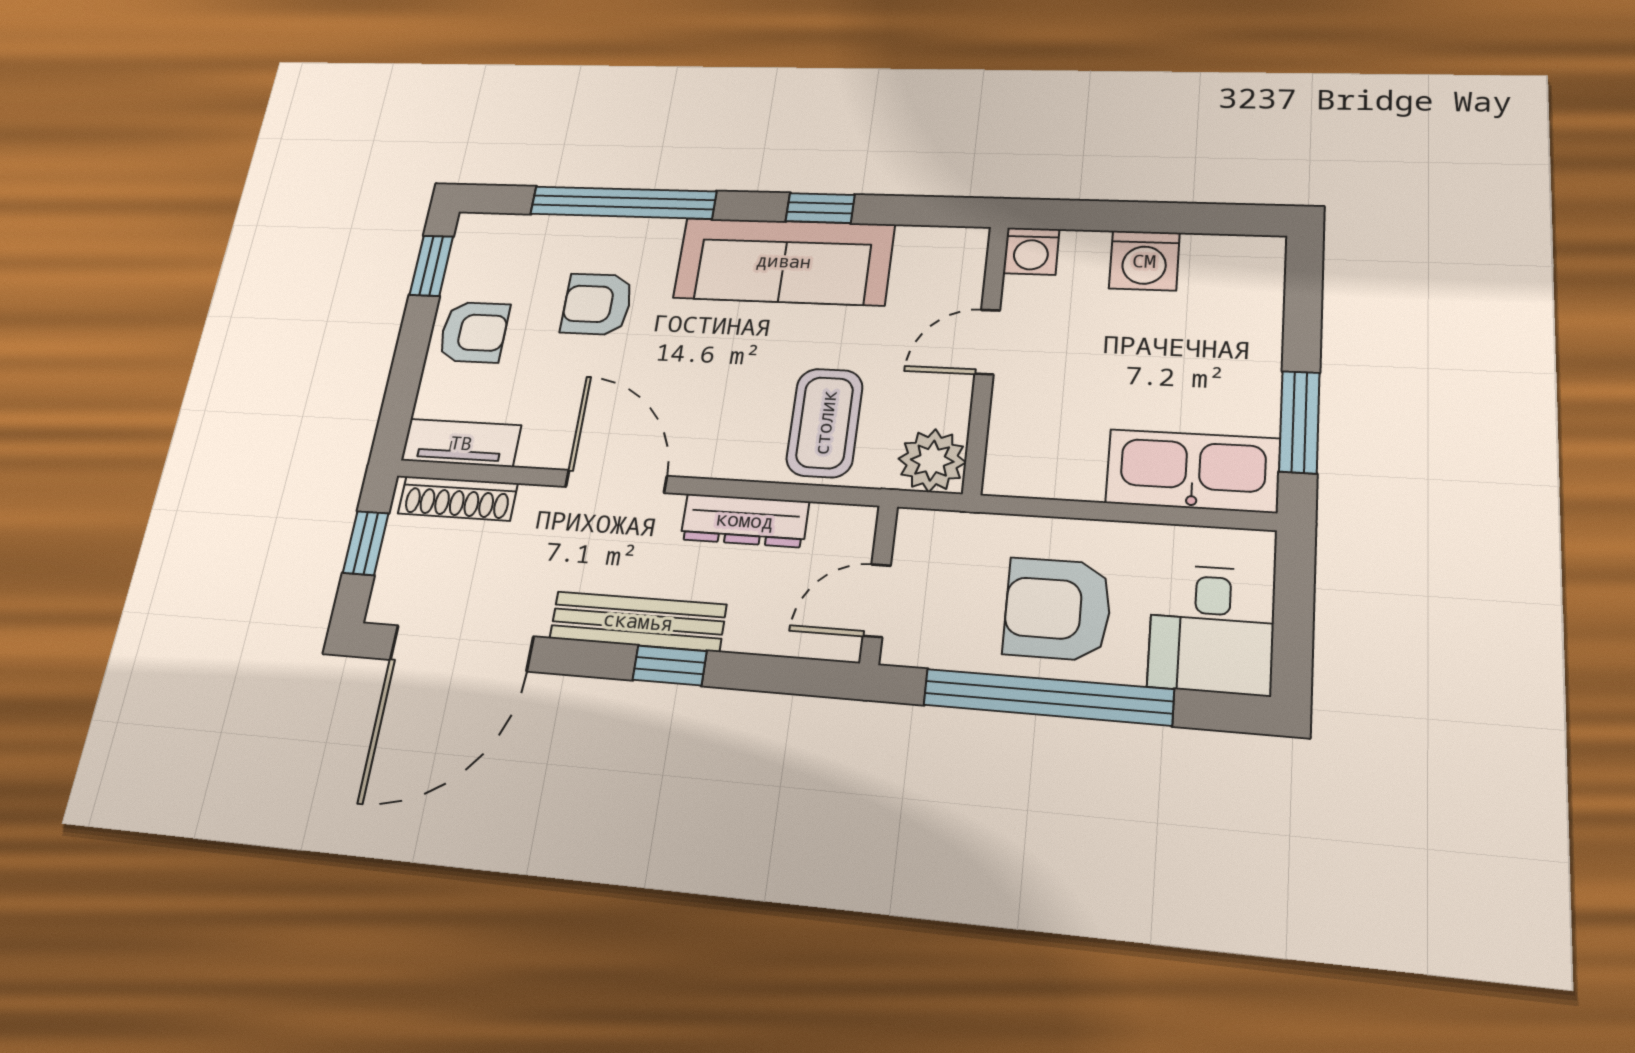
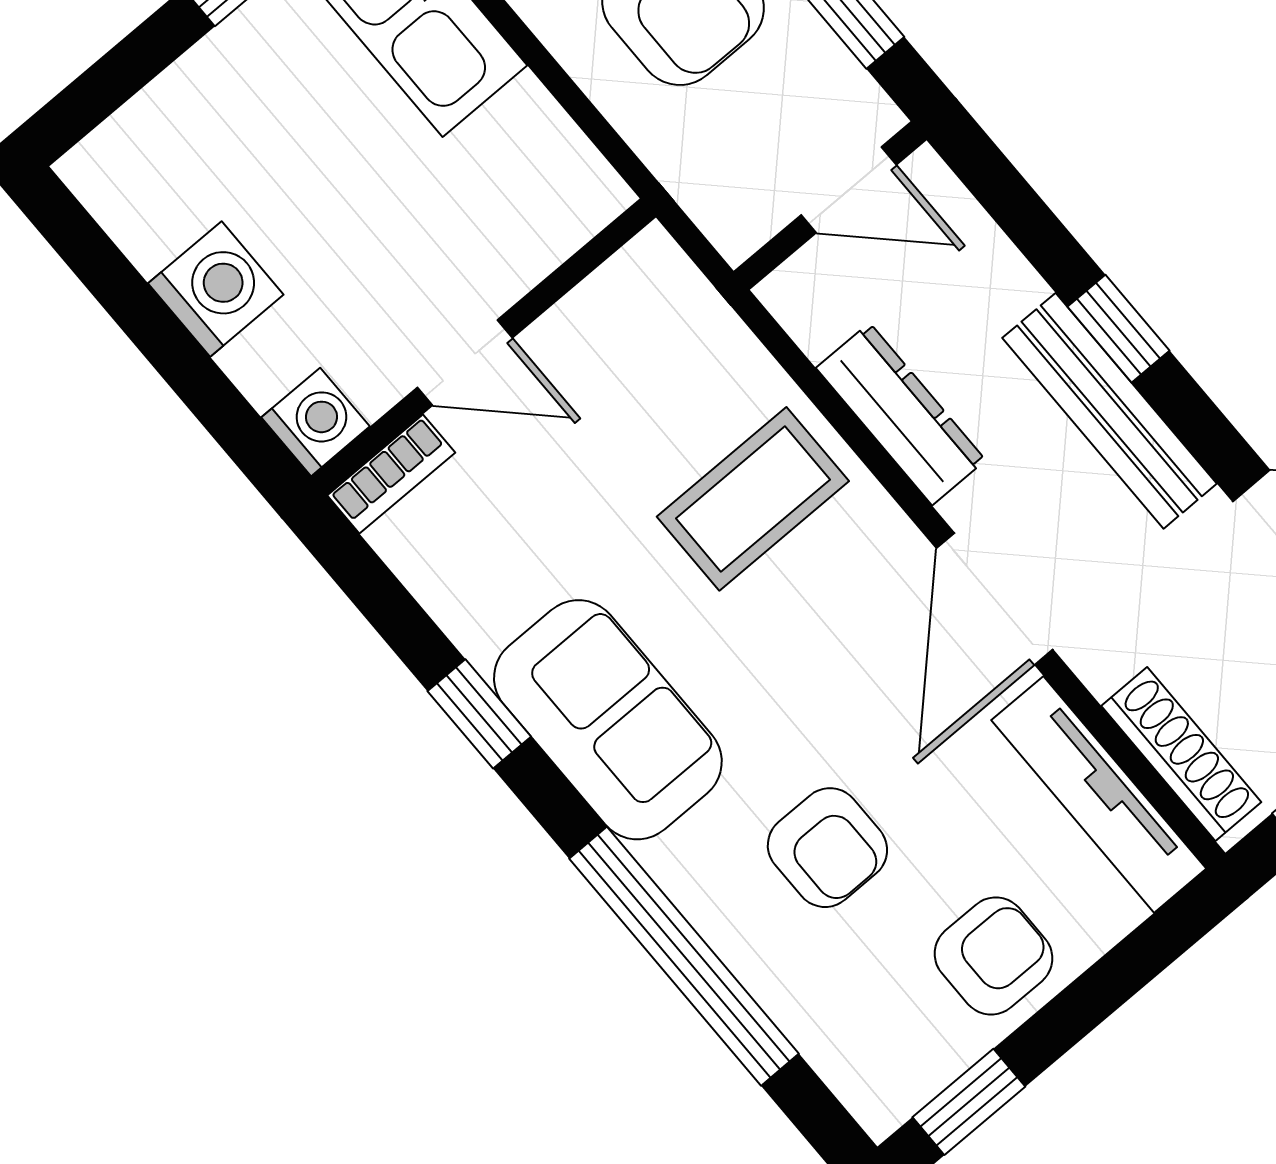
sofa: (784, 261) -> (608, 720), width x0.73
bookcase: (970, 264) -> (391, 474), added
armchair: (474, 332) -> (994, 956), turned 90
coffee table: (825, 423) -> (753, 499), moved
tv unit: (461, 443) -> (1099, 794), width x1.41
plant: (932, 461) -> (650, 286), removed

